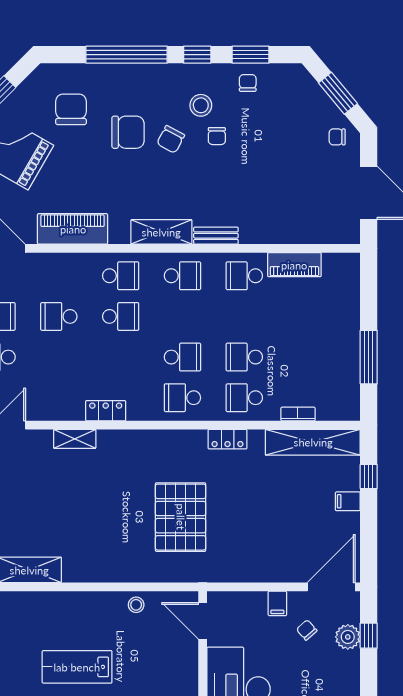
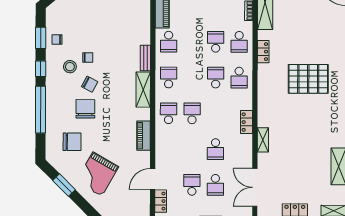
chair: (71, 109) -> (72, 142), turned 180
piano: (73, 229) -> (144, 136), width x0.73, depth x0.75
school desk: (59, 316) -> (215, 149), moved
school desk: (244, 357) -> (216, 42), turned 180

